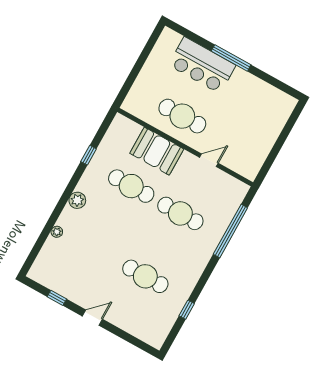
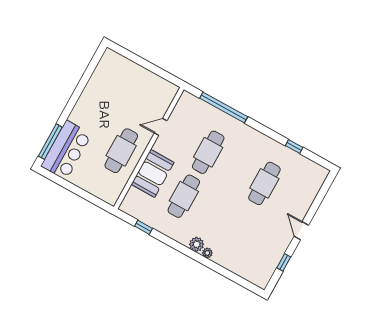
window: (231, 58) -> (50, 142), moved
bar counter: (202, 65) -> (66, 150), moved
window: (89, 155) -> (144, 227), moved
door: (209, 160) -> (161, 127), hinge flipped
plant: (57, 232) -> (207, 253), moved

